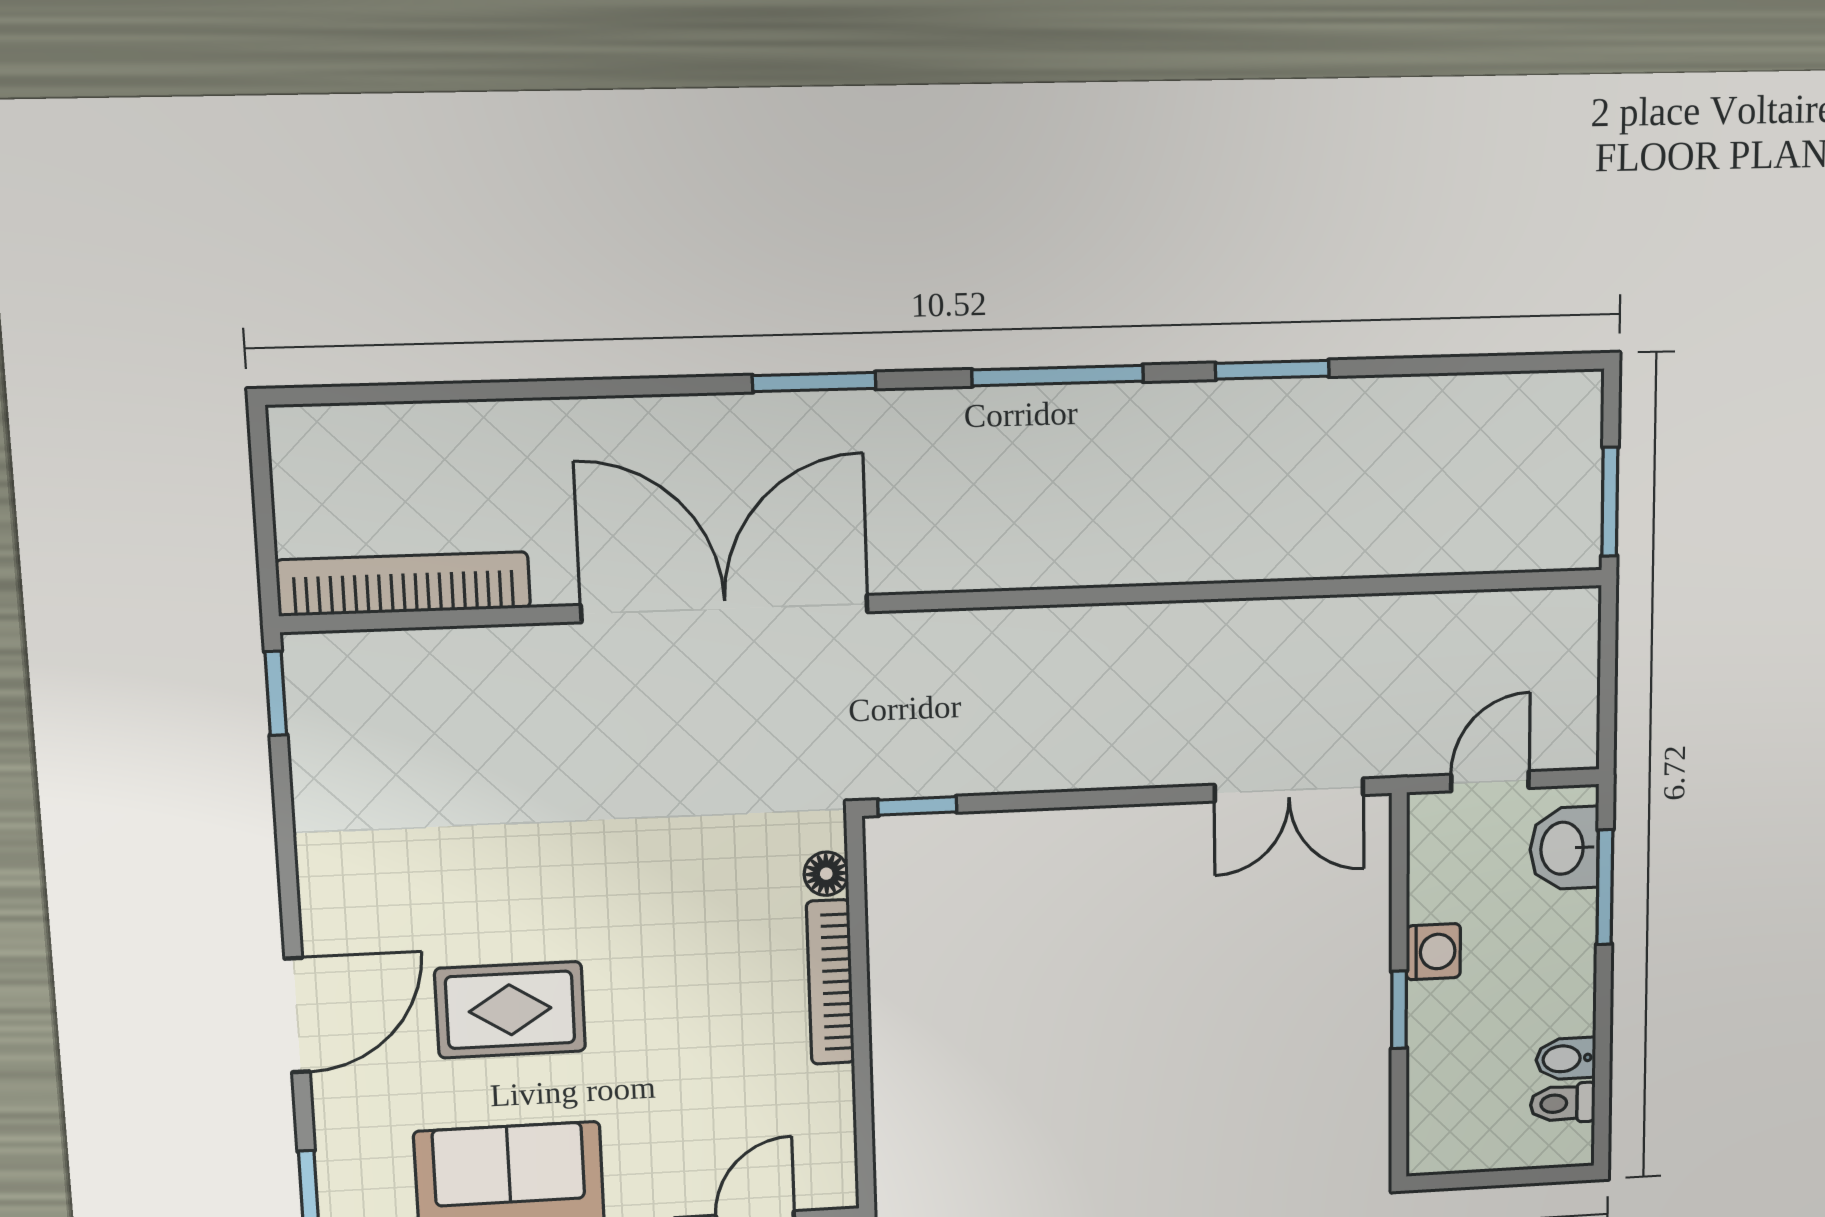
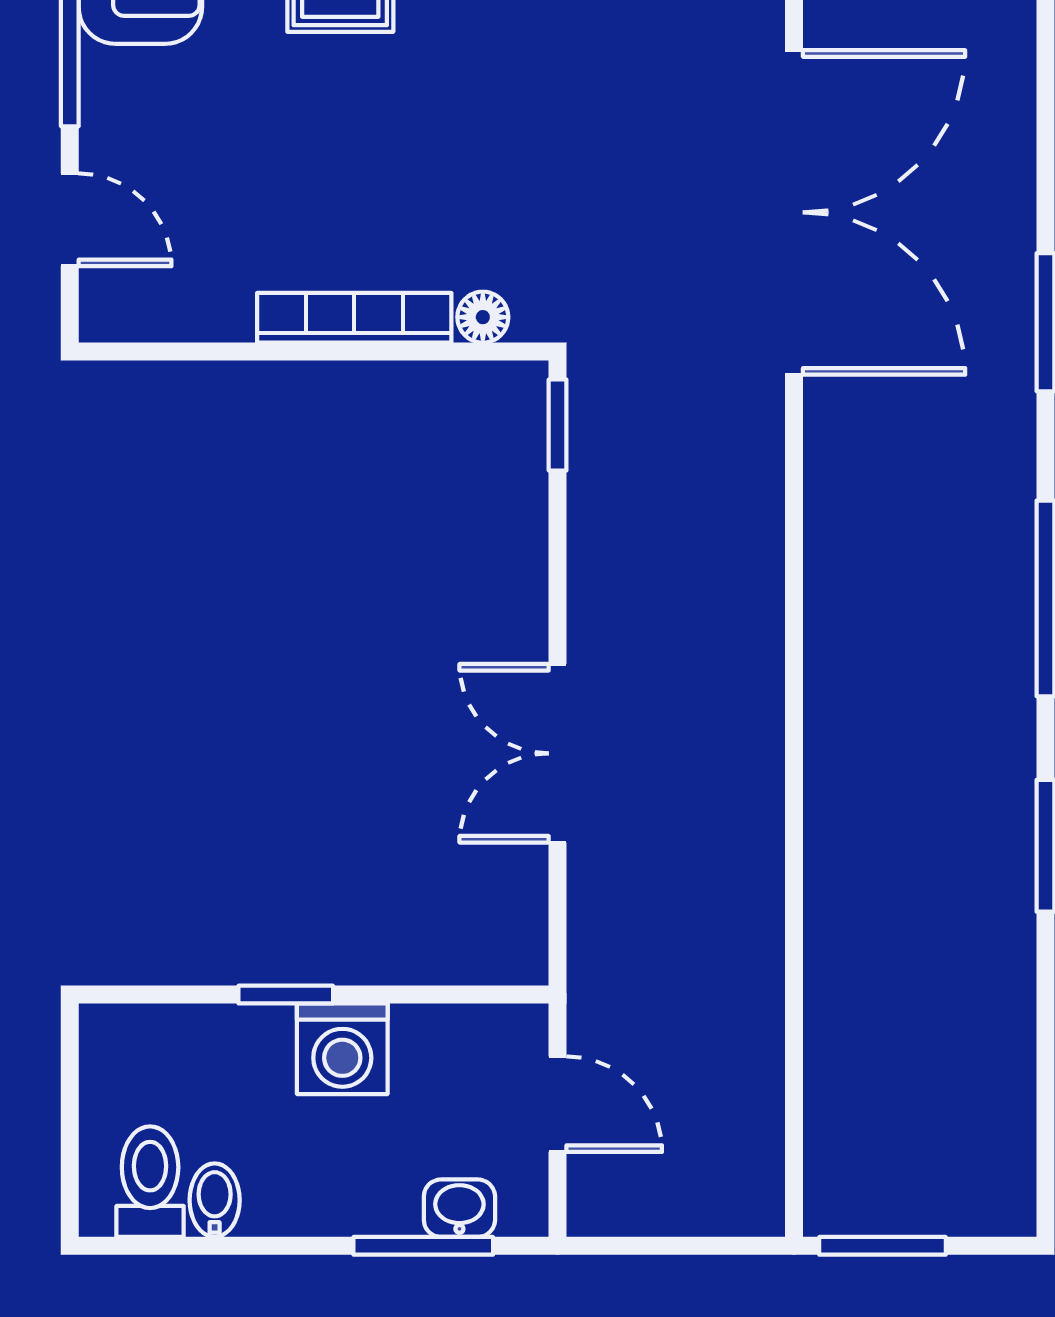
double door: (1289, 790) -> (558, 753), moved
washbasin: (1564, 848) -> (459, 1208), width x0.72, depth x0.69
washing machine: (1433, 952) -> (342, 1049), width x1.38, depth x1.38
toilet: (1563, 1103) -> (150, 1182), width x1.37, depth x1.39

